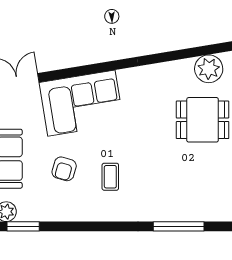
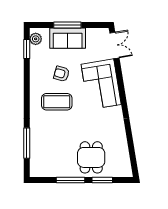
plant: (209, 69) -> (122, 161), removed
coffee table: (110, 177) -> (57, 102), width x1.86, depth x1.72

